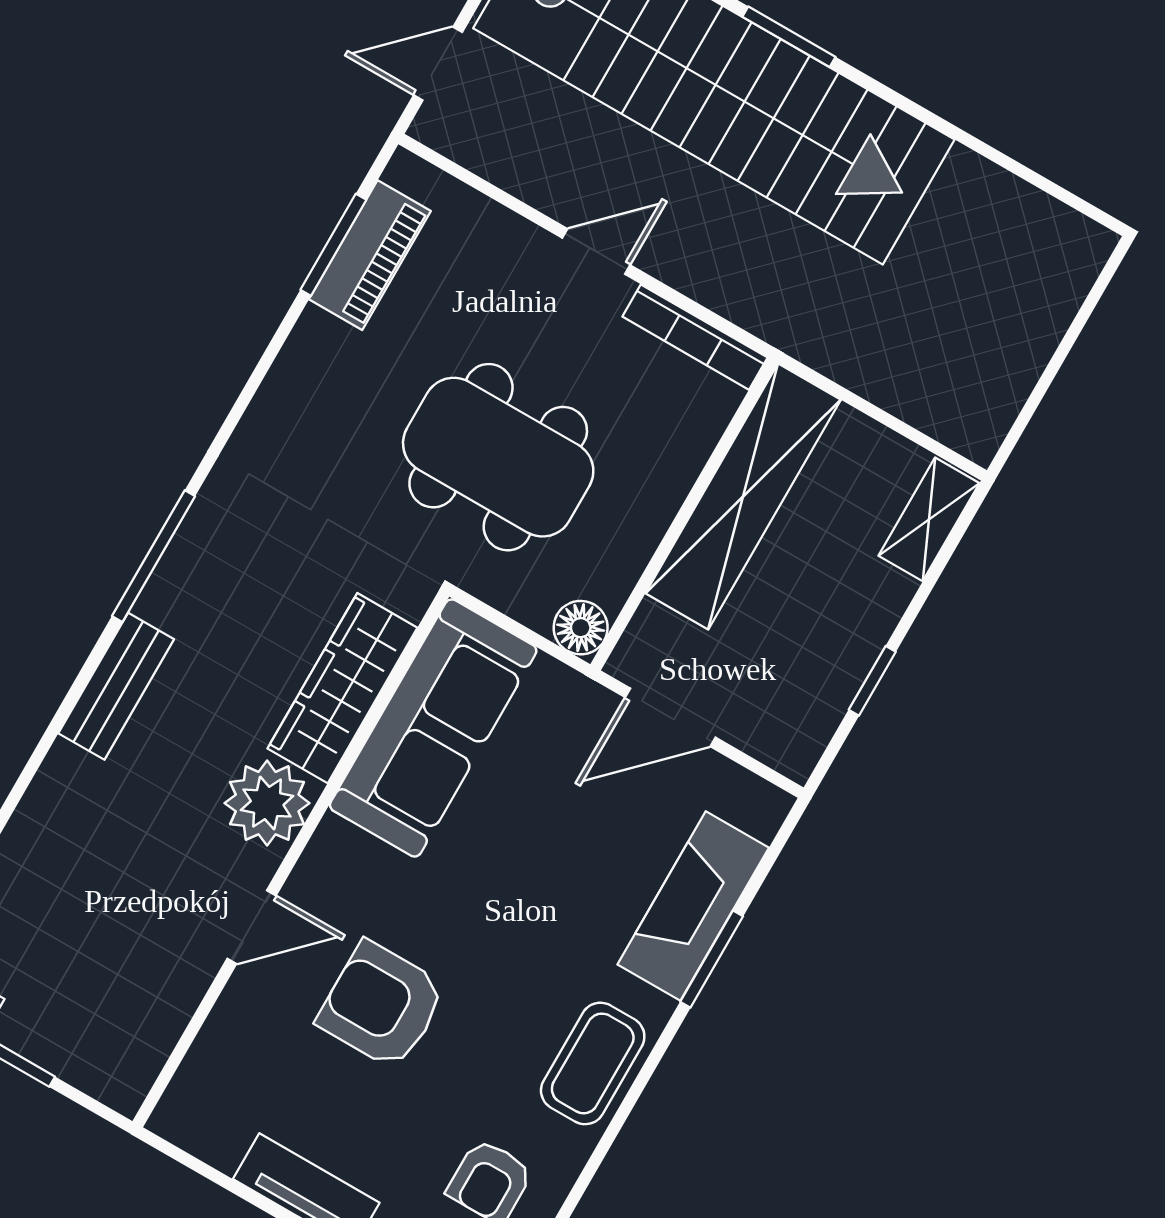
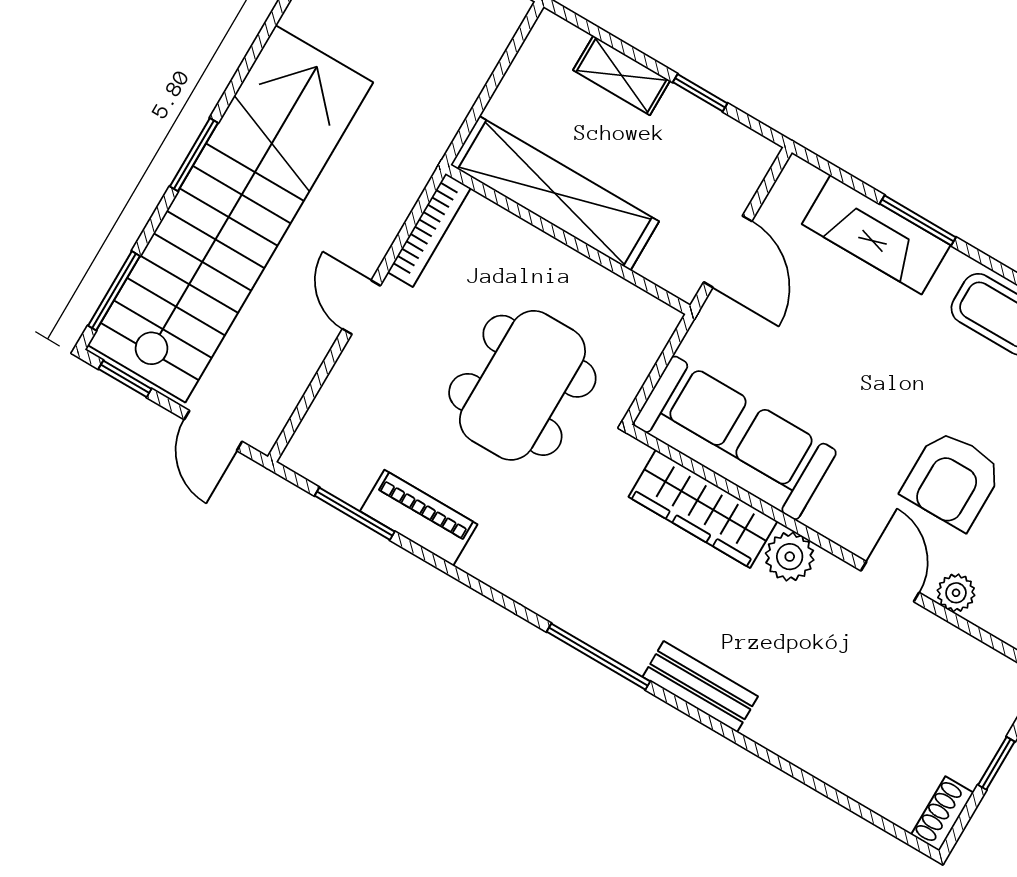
piano: (370, 255) -> (419, 518), moved
shelving: (929, 519) -> (622, 75), moved
floor lamp: (581, 628) -> (657, 322), removed
plant: (267, 803) -> (790, 557), width x0.73, depth x0.73
plant: (238, 1011) -> (956, 593), added

